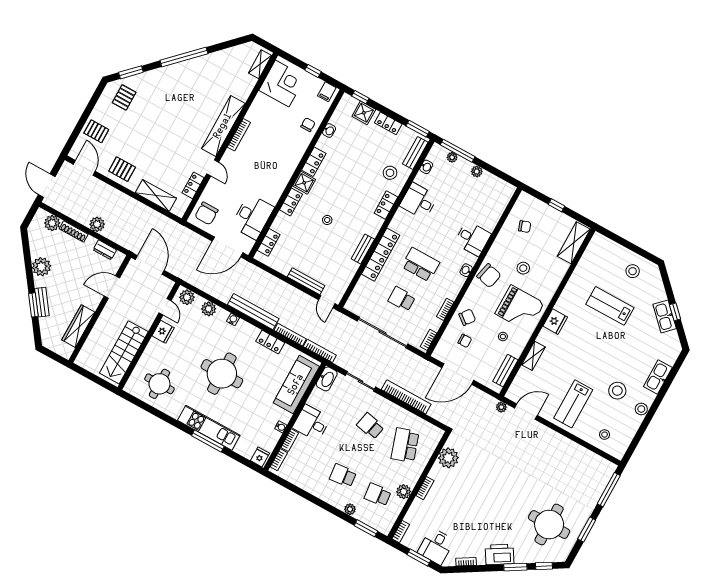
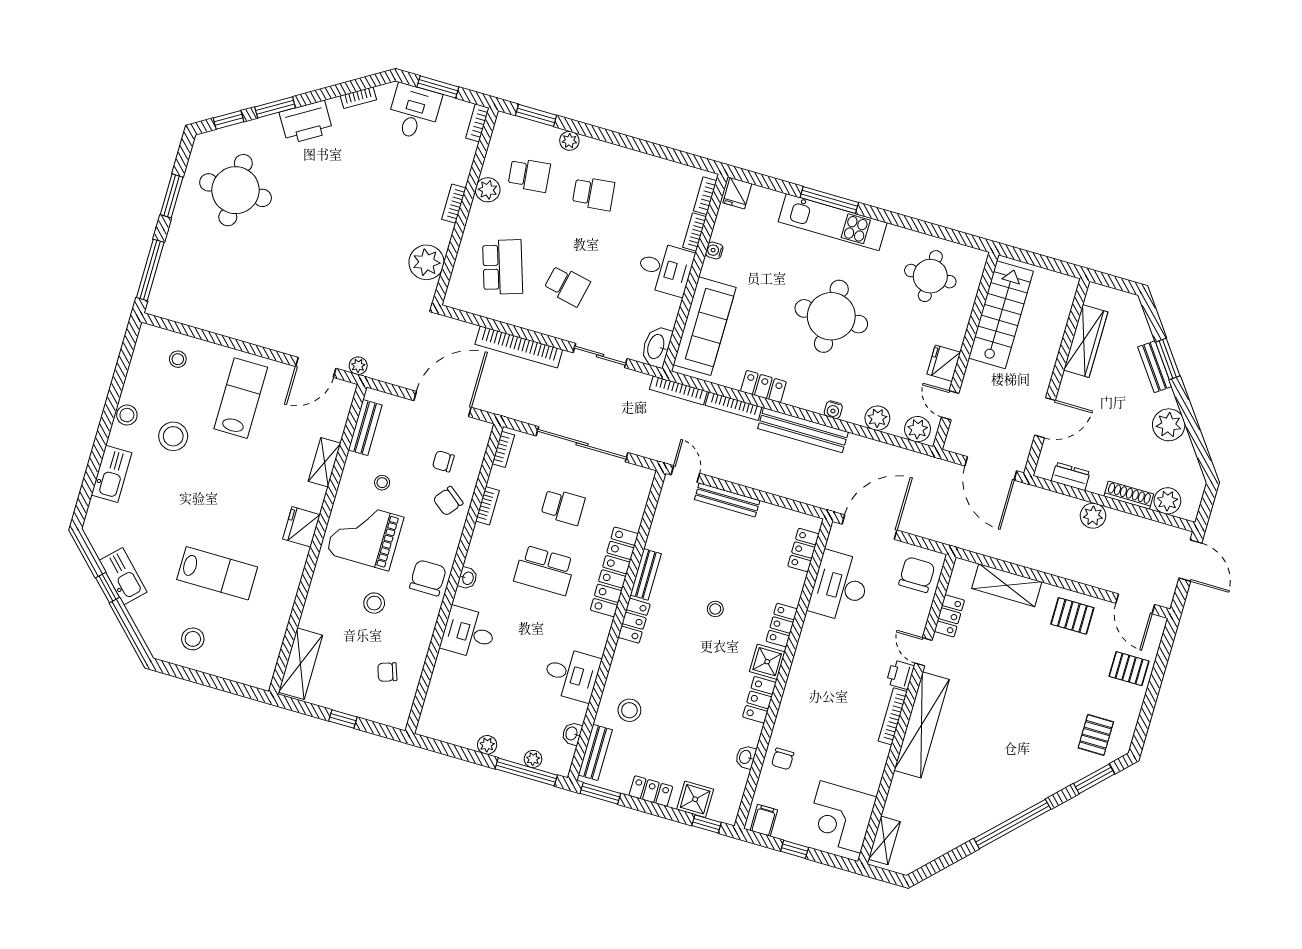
printer: (229, 158) -> (900, 675), added
locker: (386, 205) -> (634, 621), moved
chair: (489, 276) -> (428, 578), turned 77

